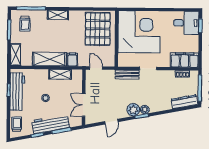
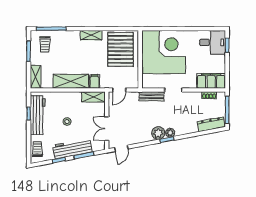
shelving: (58, 15) -> (91, 35), moved
door: (96, 68) -> (119, 90), swing flipped
shelving: (60, 74) -> (93, 97), moved
door: (111, 122) -> (121, 148), moved

